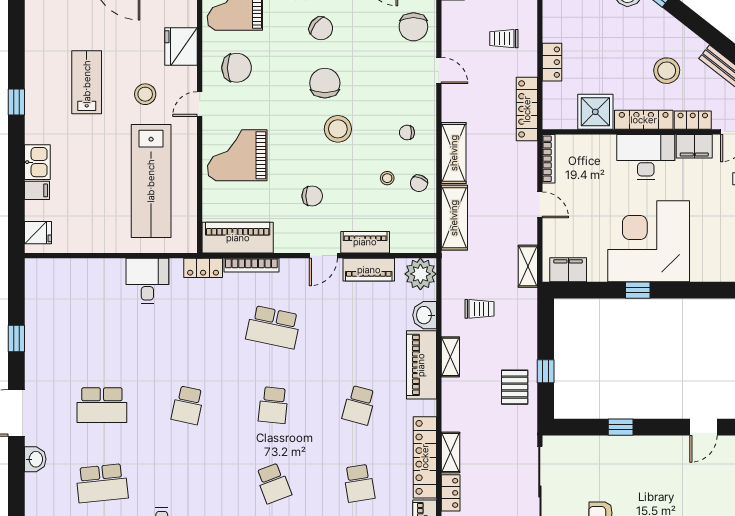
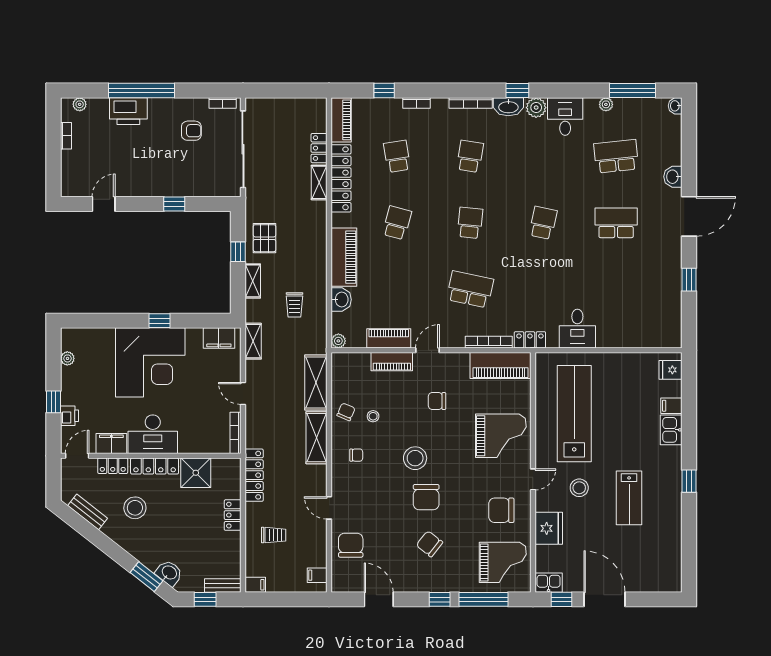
plant: (420, 274) -> (338, 341), width x0.53, depth x0.53
trolley: (479, 309) -> (294, 305), turned -90
shelving: (450, 357) -> (253, 281), moved
school desk: (273, 483) -> (470, 156), turned 30

